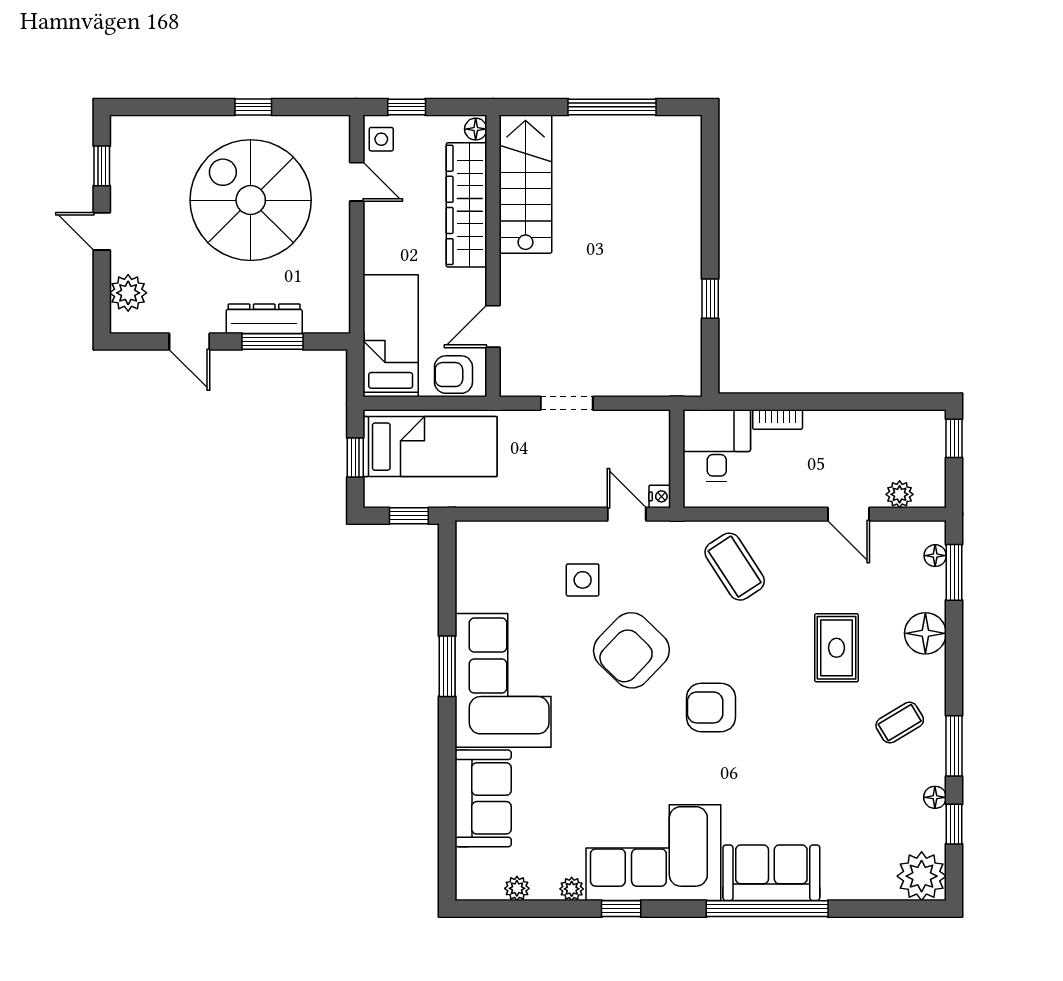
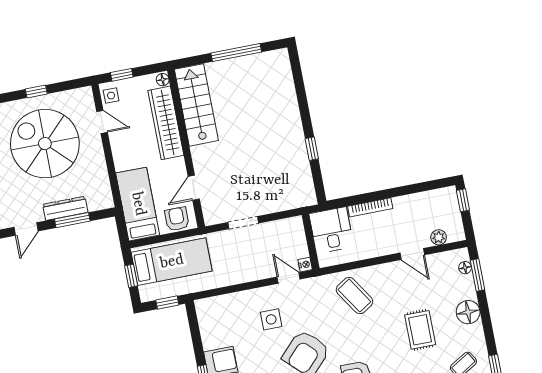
door: (189, 341) -> (26, 229), hinge flipped
armchair: (453, 375) -> (177, 219), turned 90
bookcase: (778, 419) -> (370, 207), width x1.56

